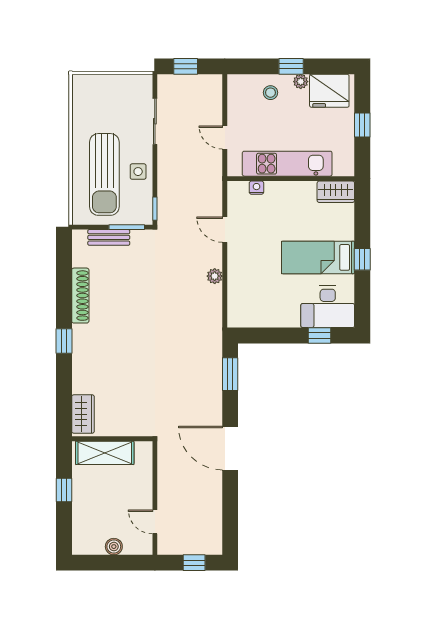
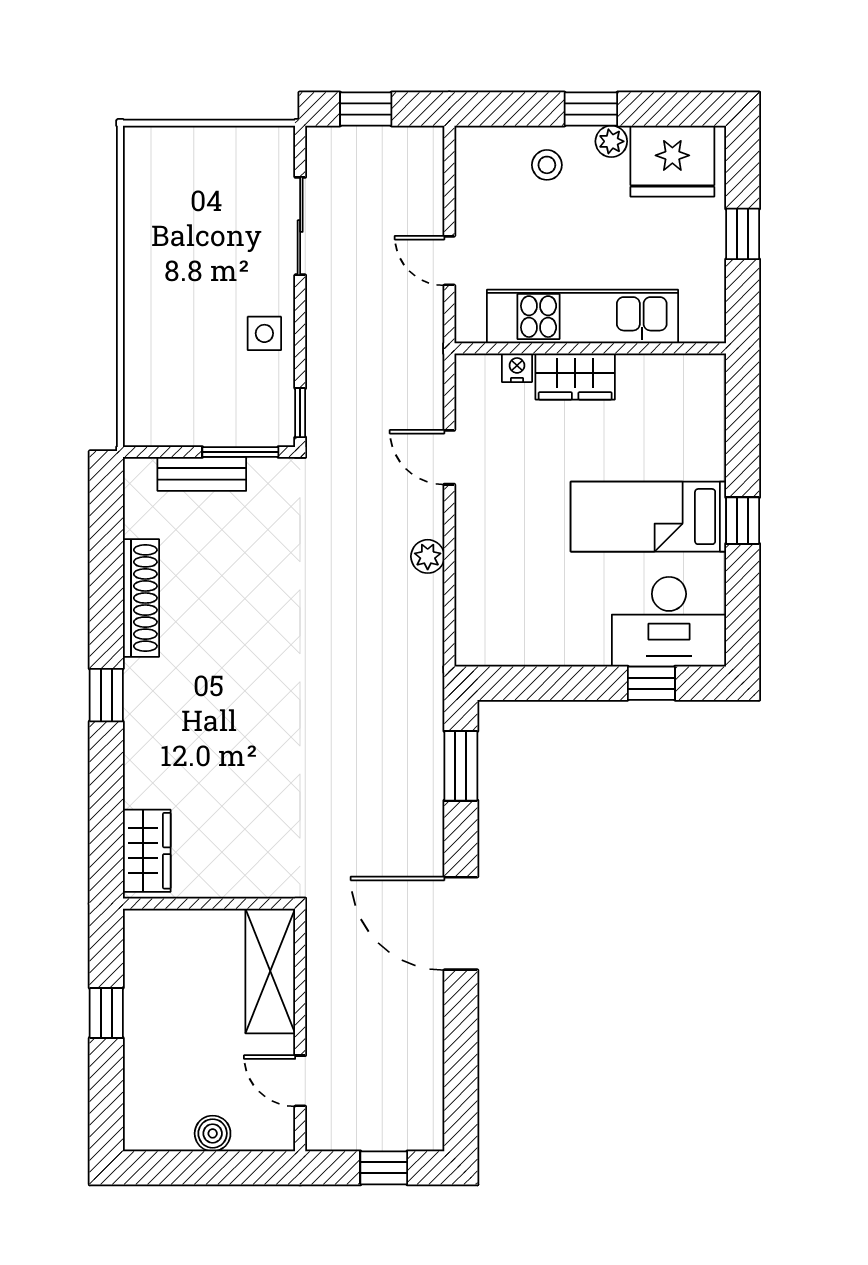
sun lounger: (104, 174) -> (192, 340), removed
wardrobe: (336, 192) -> (575, 376), moved
shelving: (105, 453) -> (270, 971), moved, turned 90

